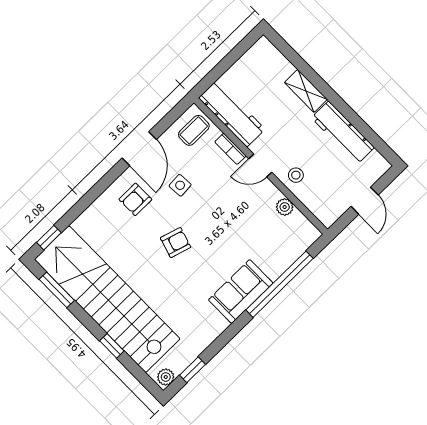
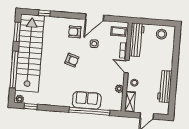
stool: (256, 67) -> (161, 34), added
shelving: (306, 91) -> (130, 102), moved
window: (49, 238) -> (44, 13), moved
sofa: (241, 292) -> (87, 100), moved
window: (112, 346) -> (14, 70), width x3.17

